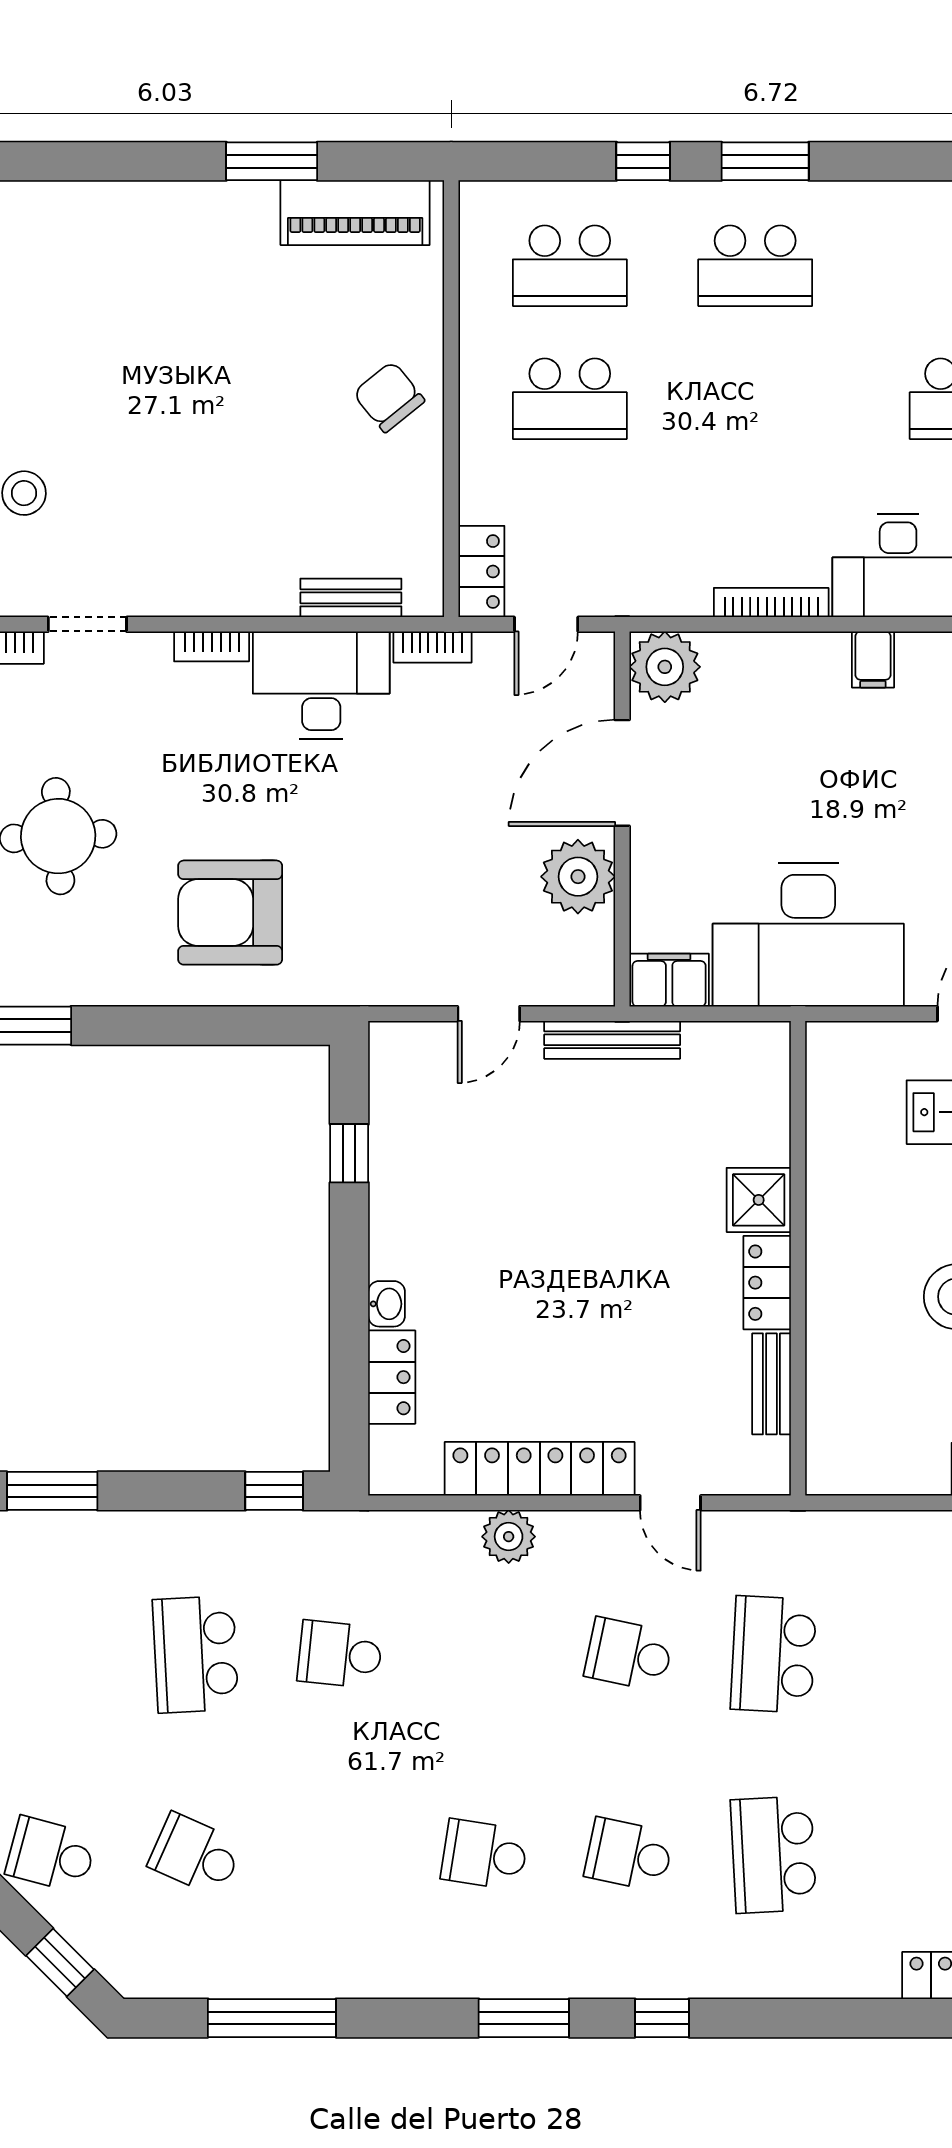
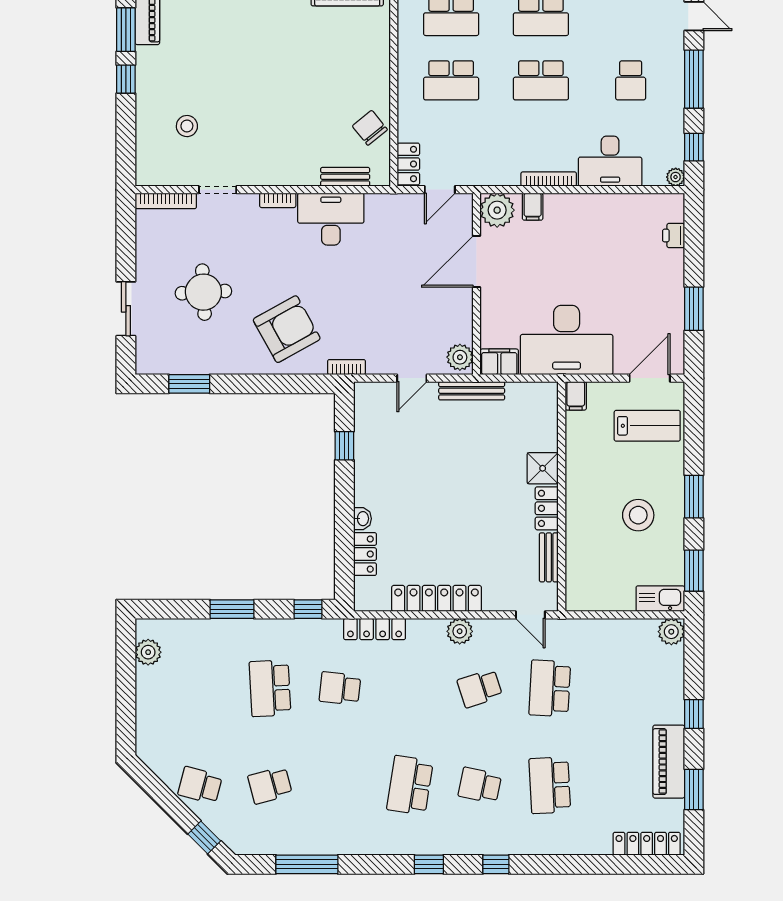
chair: (389, 397) -> (370, 128), moved
school desk: (755, 399) -> (541, 80), added
bookcase: (432, 647) -> (346, 367), moved, turned 180
filing cabinet: (873, 660) -> (533, 207), moved
plant: (578, 877) -> (460, 357), moved, width x0.73, depth x0.73
armchair: (230, 913) -> (287, 329), turned 151
filing cabinet: (827, 1050) -> (576, 396), added
window: (52, 1491) -> (232, 609), moved
door: (670, 1503) -> (530, 615), moved
locker: (412, 1532) -> (375, 629), added
plant: (509, 1537) -> (460, 631), moved
school desk: (629, 1654) -> (480, 688), turned -30
school desk: (196, 1855) -> (270, 785), turned -39
school desk: (484, 1855) -> (410, 785), width x1.85
window: (524, 2018) -> (429, 864), width x0.67

